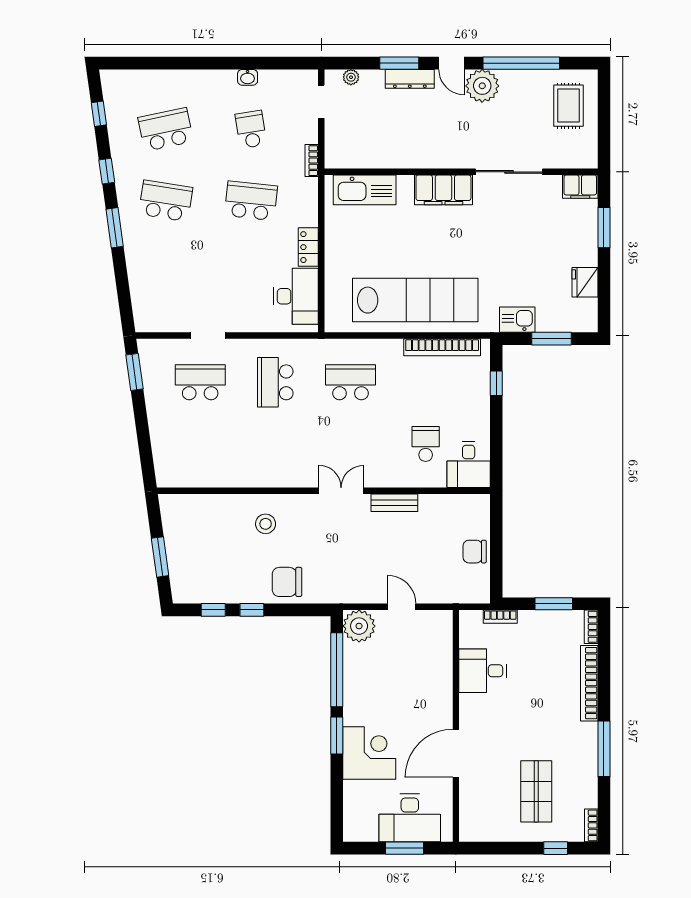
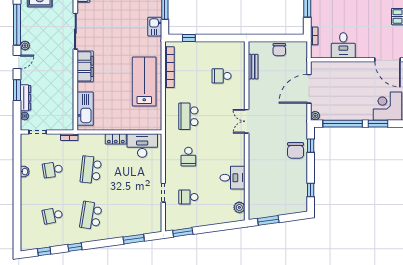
dresser: (410, 79) -> (25, 98), moved
plant: (482, 86) -> (25, 46), width x0.53, depth x0.53
school desk: (166, 129) -> (53, 216), width x0.54
window: (115, 228) -> (134, 239), moved
lab bench: (415, 300) -> (144, 82), width x0.73
school desk: (200, 382) -> (188, 197), width x0.54
school desk: (275, 382) -> (188, 157), width x0.54
desk: (469, 465) -> (233, 178), moved
plant: (181, 477) -> (239, 207), added
bench: (394, 503) -> (253, 67), moved
stool: (266, 524) -> (264, 162), removed
window: (160, 557) -> (268, 220), moved
door: (402, 607) -> (309, 89), width x1.88
window: (252, 610) -> (311, 146), moved
plant: (359, 626) -> (315, 116), width x0.53, depth x0.53

